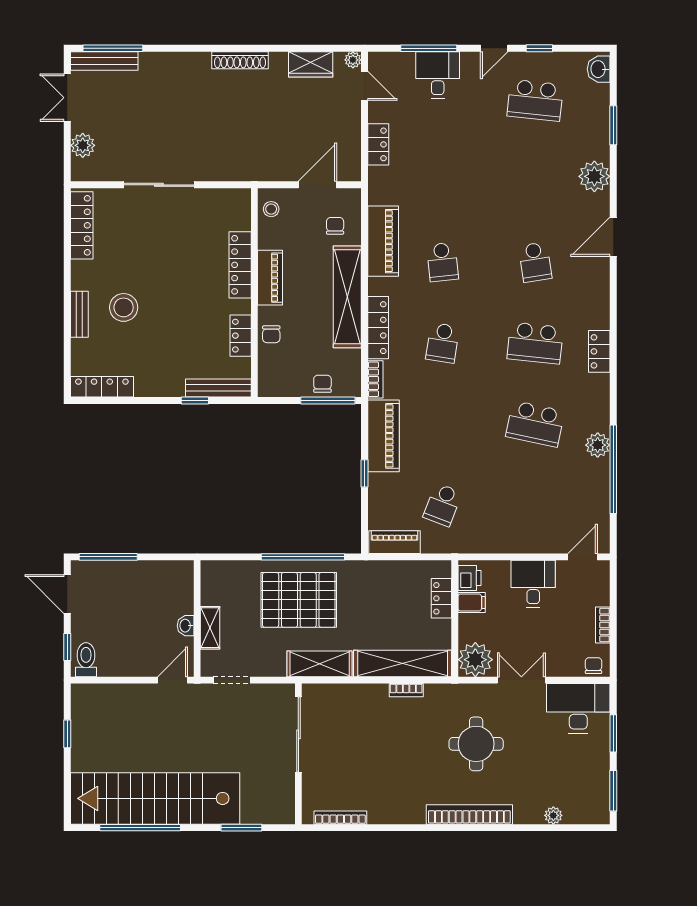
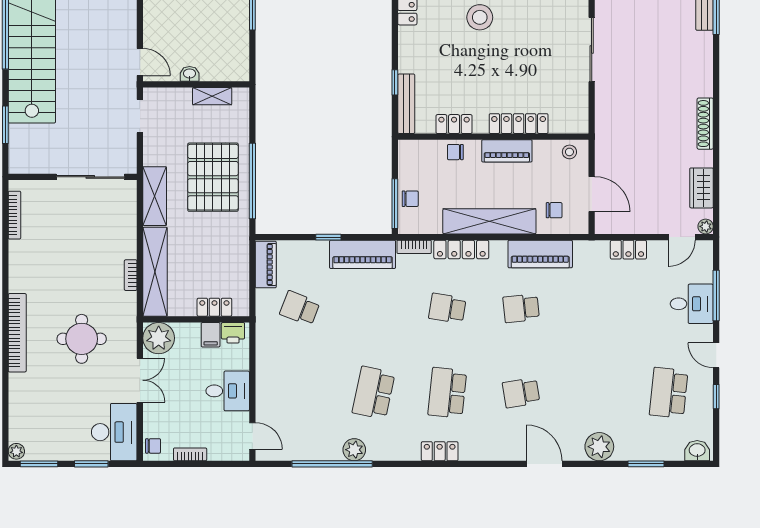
shelving: (210, 628) -> (212, 96), moved
plant: (553, 815) -> (16, 451), moved

